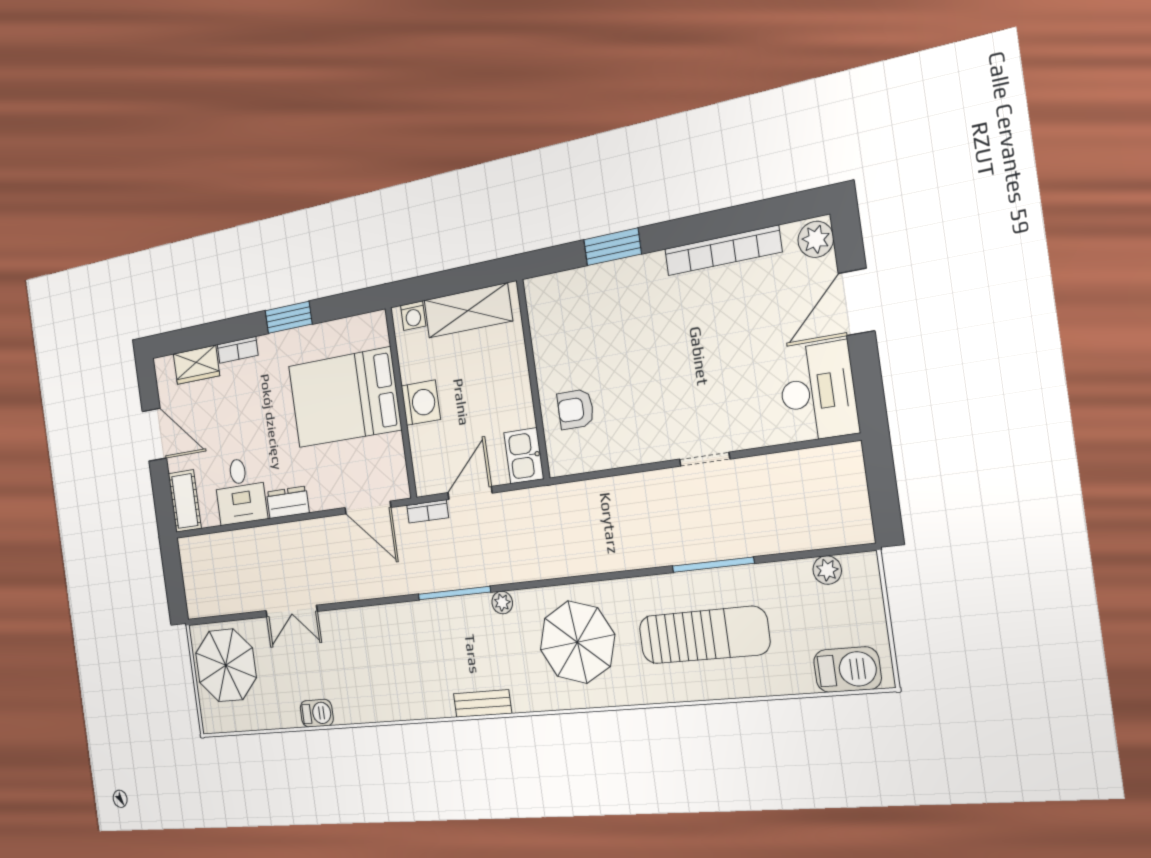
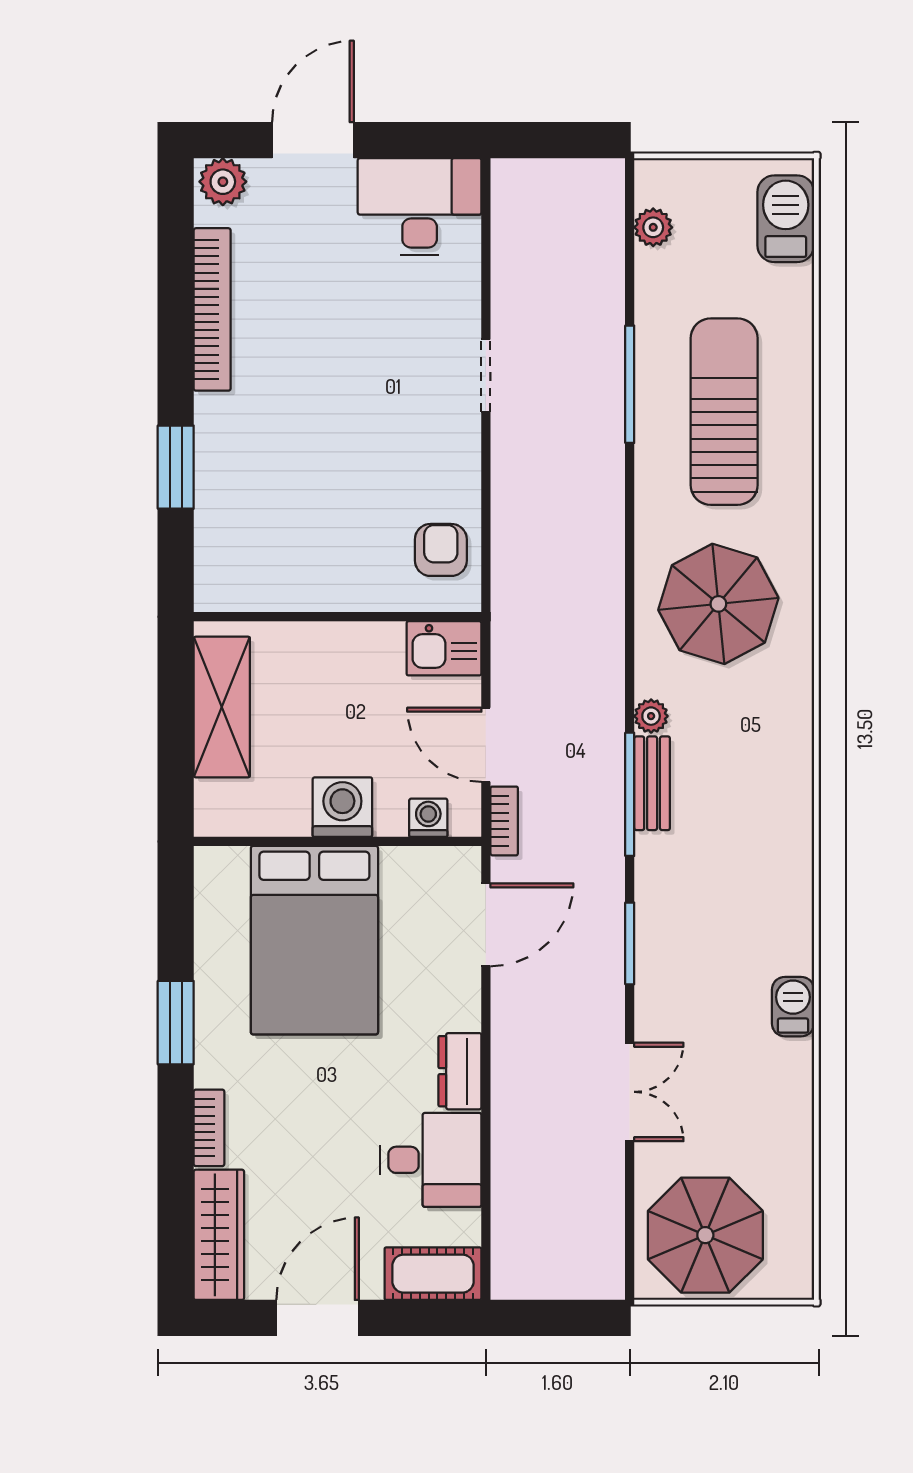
door: (856, 302) -> (313, 140), swing flipped
washing machine: (413, 316) -> (428, 818), moved, turned -90
wardrobe: (196, 365) -> (219, 1235), width x1.50
armchair: (575, 409) -> (441, 550), moved, turned 180
window: (370, 602) -> (630, 943), added
bench: (483, 704) -> (652, 783), moved
barbecue: (317, 713) -> (793, 1007), moved

